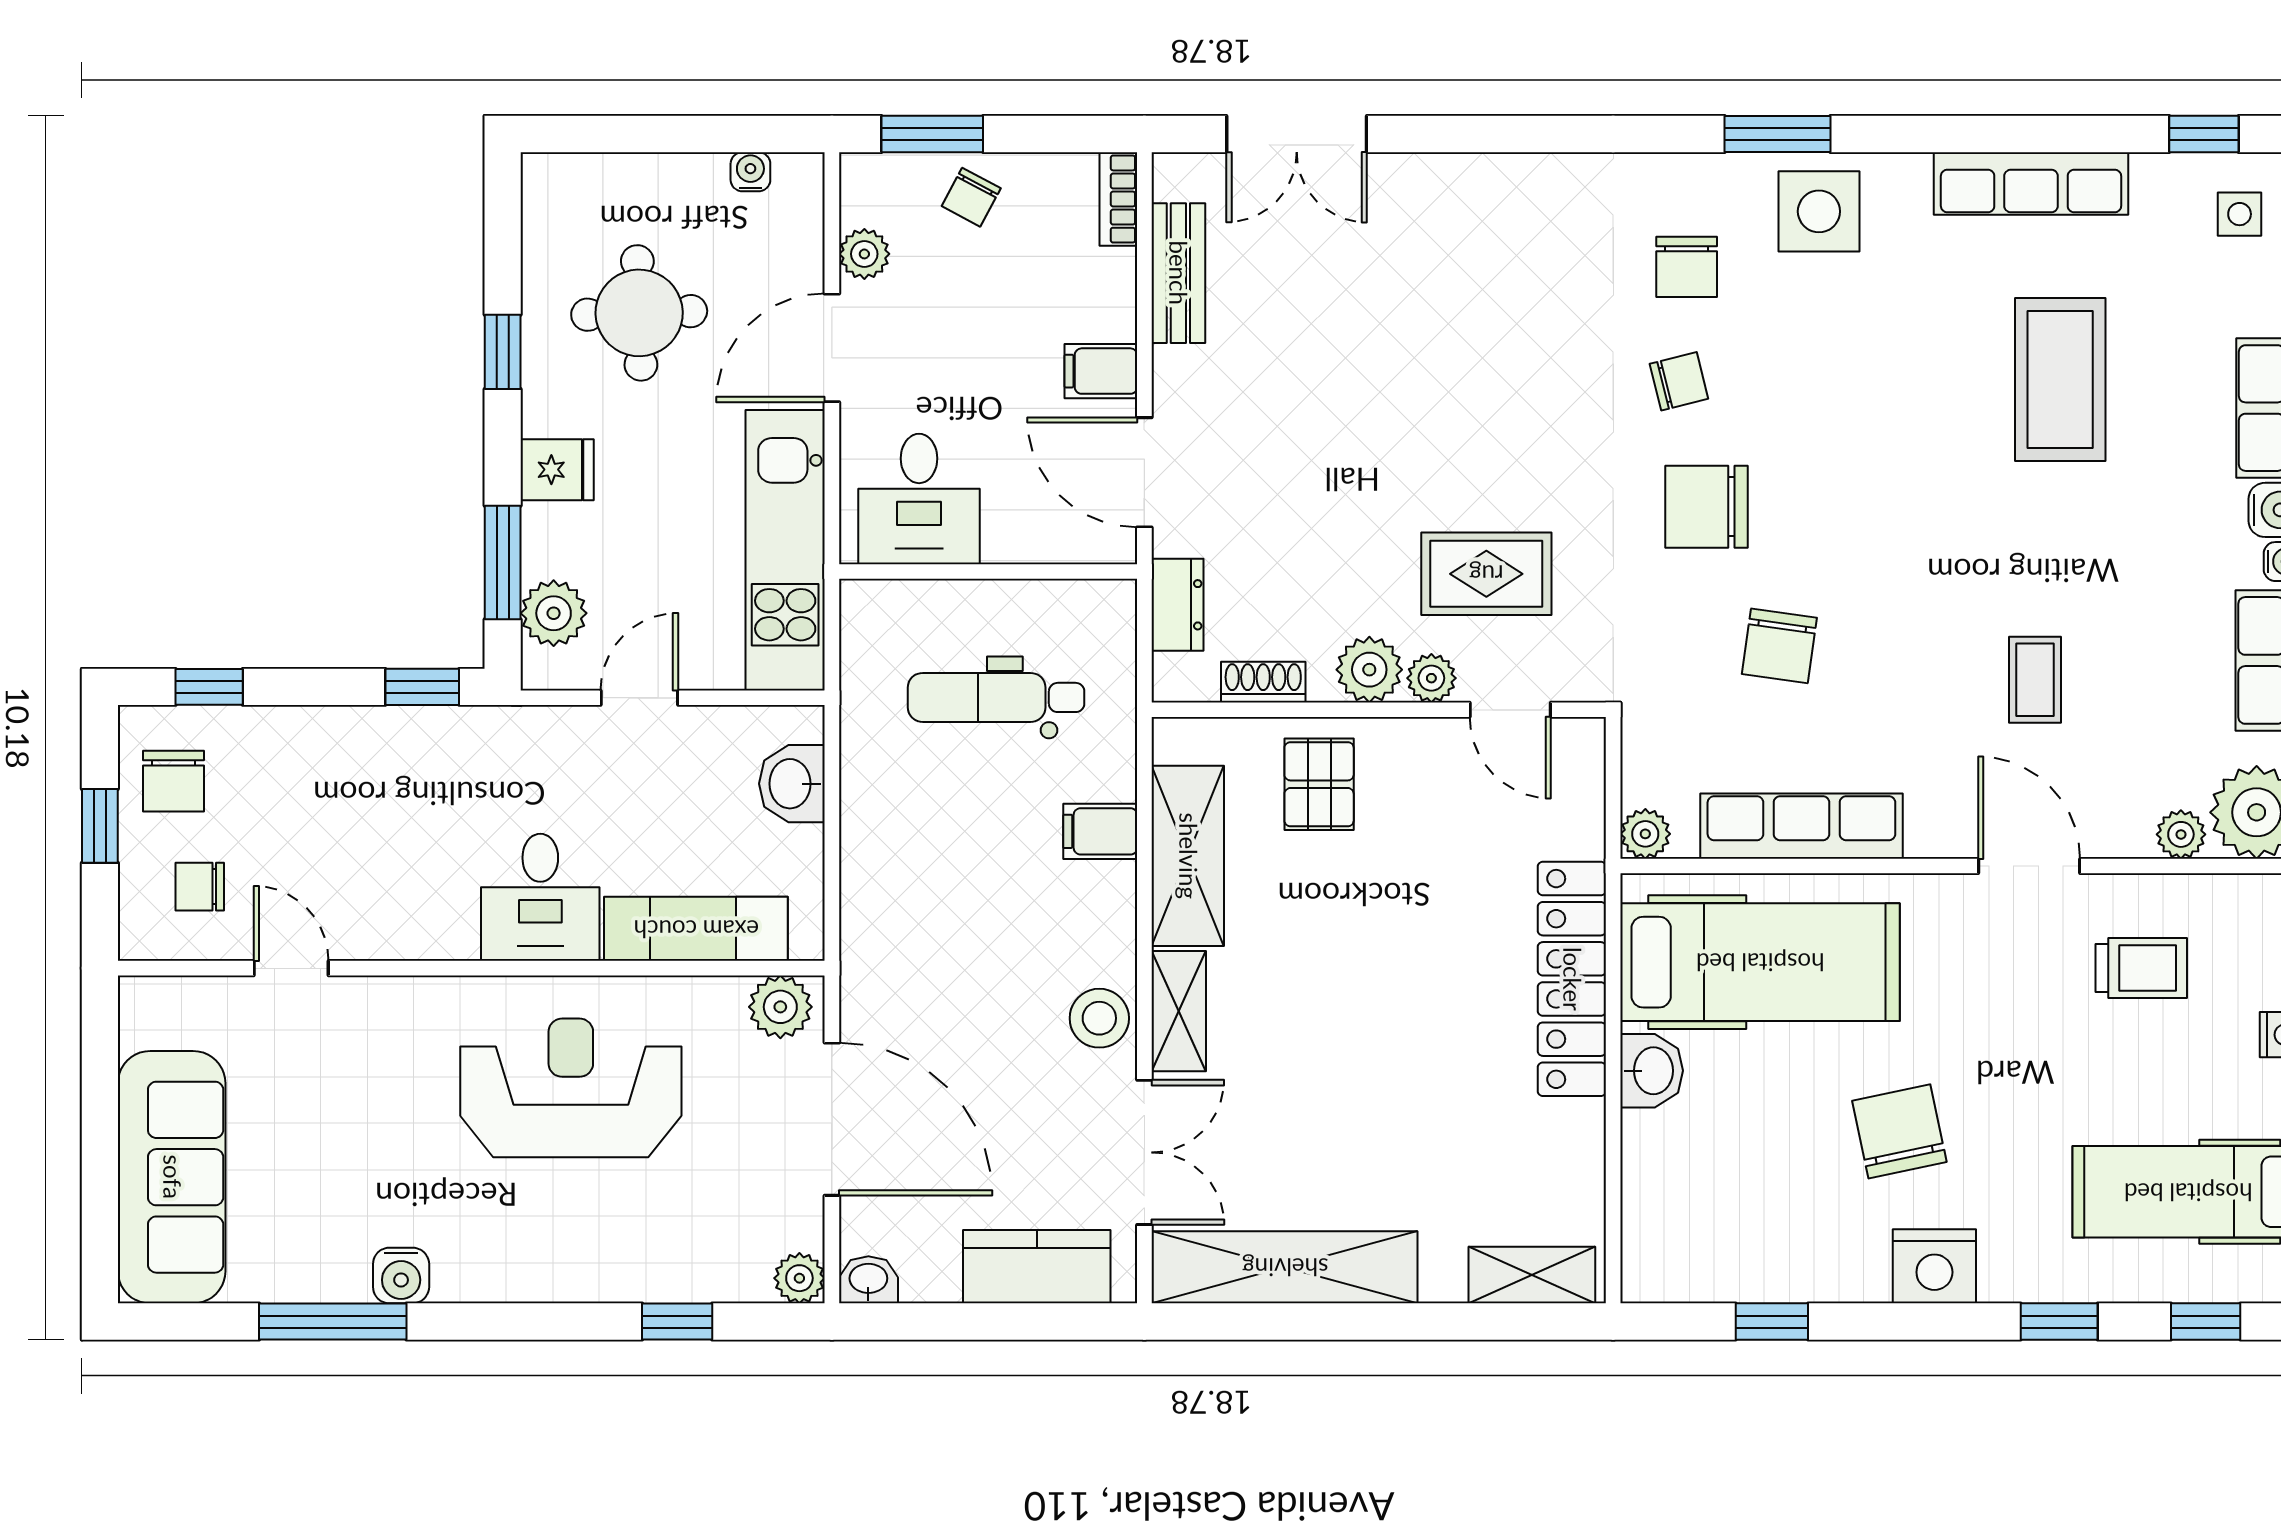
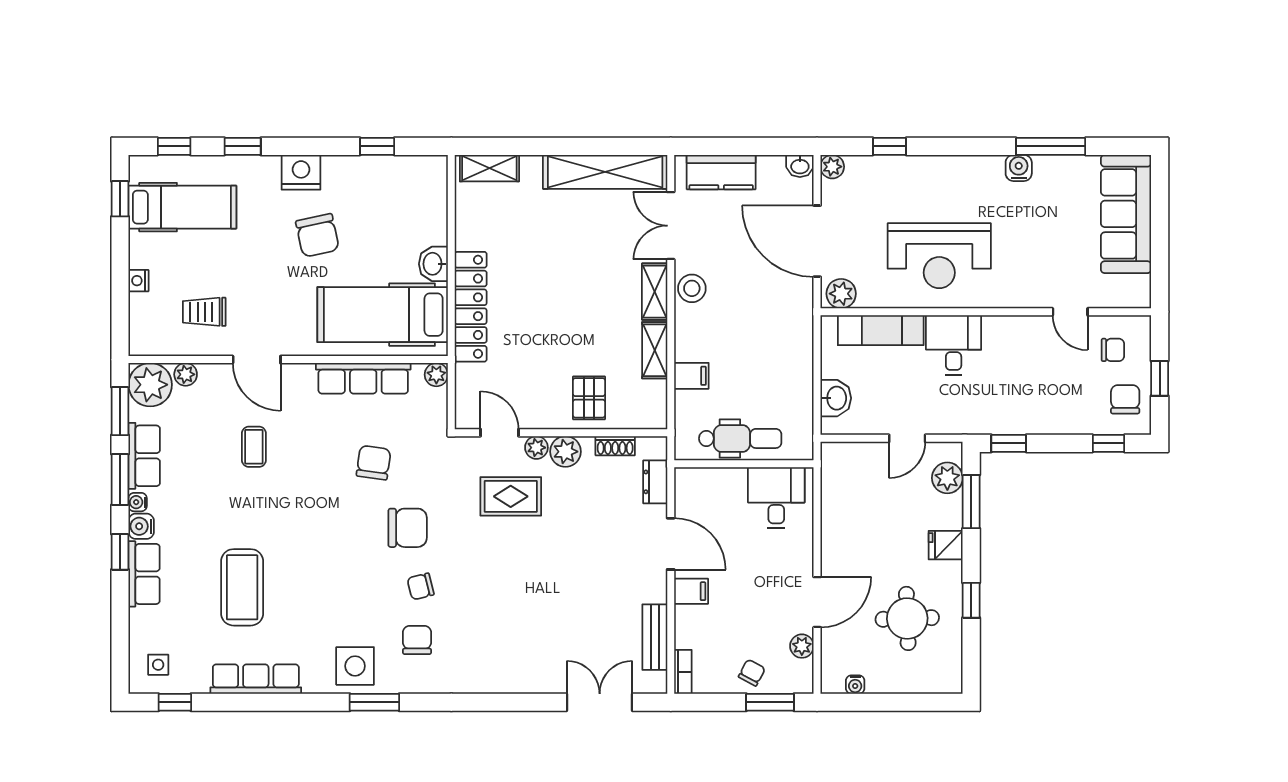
desk: (919, 499) -> (776, 498), moved
kitchen unit: (785, 550) -> (839, 507), removed
wall: (988, 572) -> (744, 464), moved
shelving: (1188, 856) -> (655, 350), width x0.67, depth x0.75

